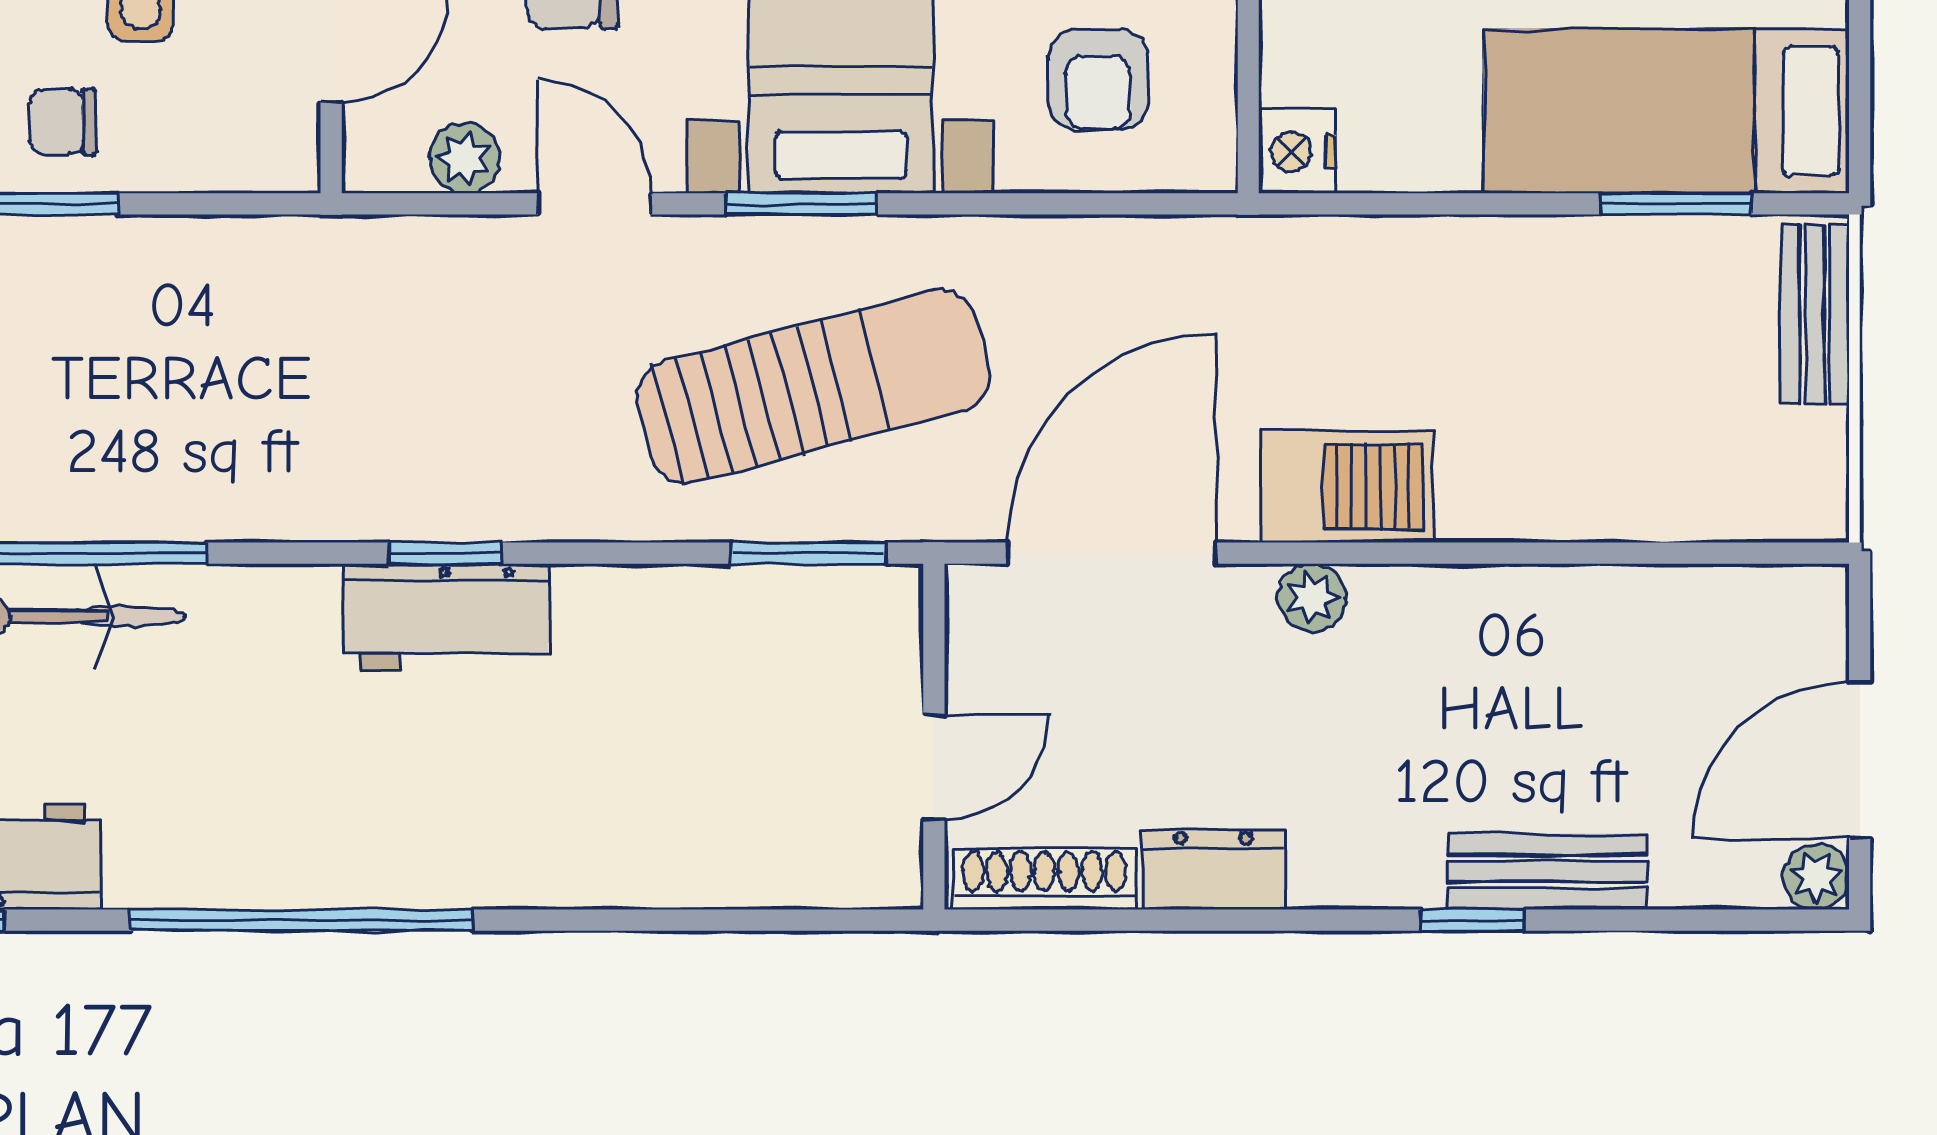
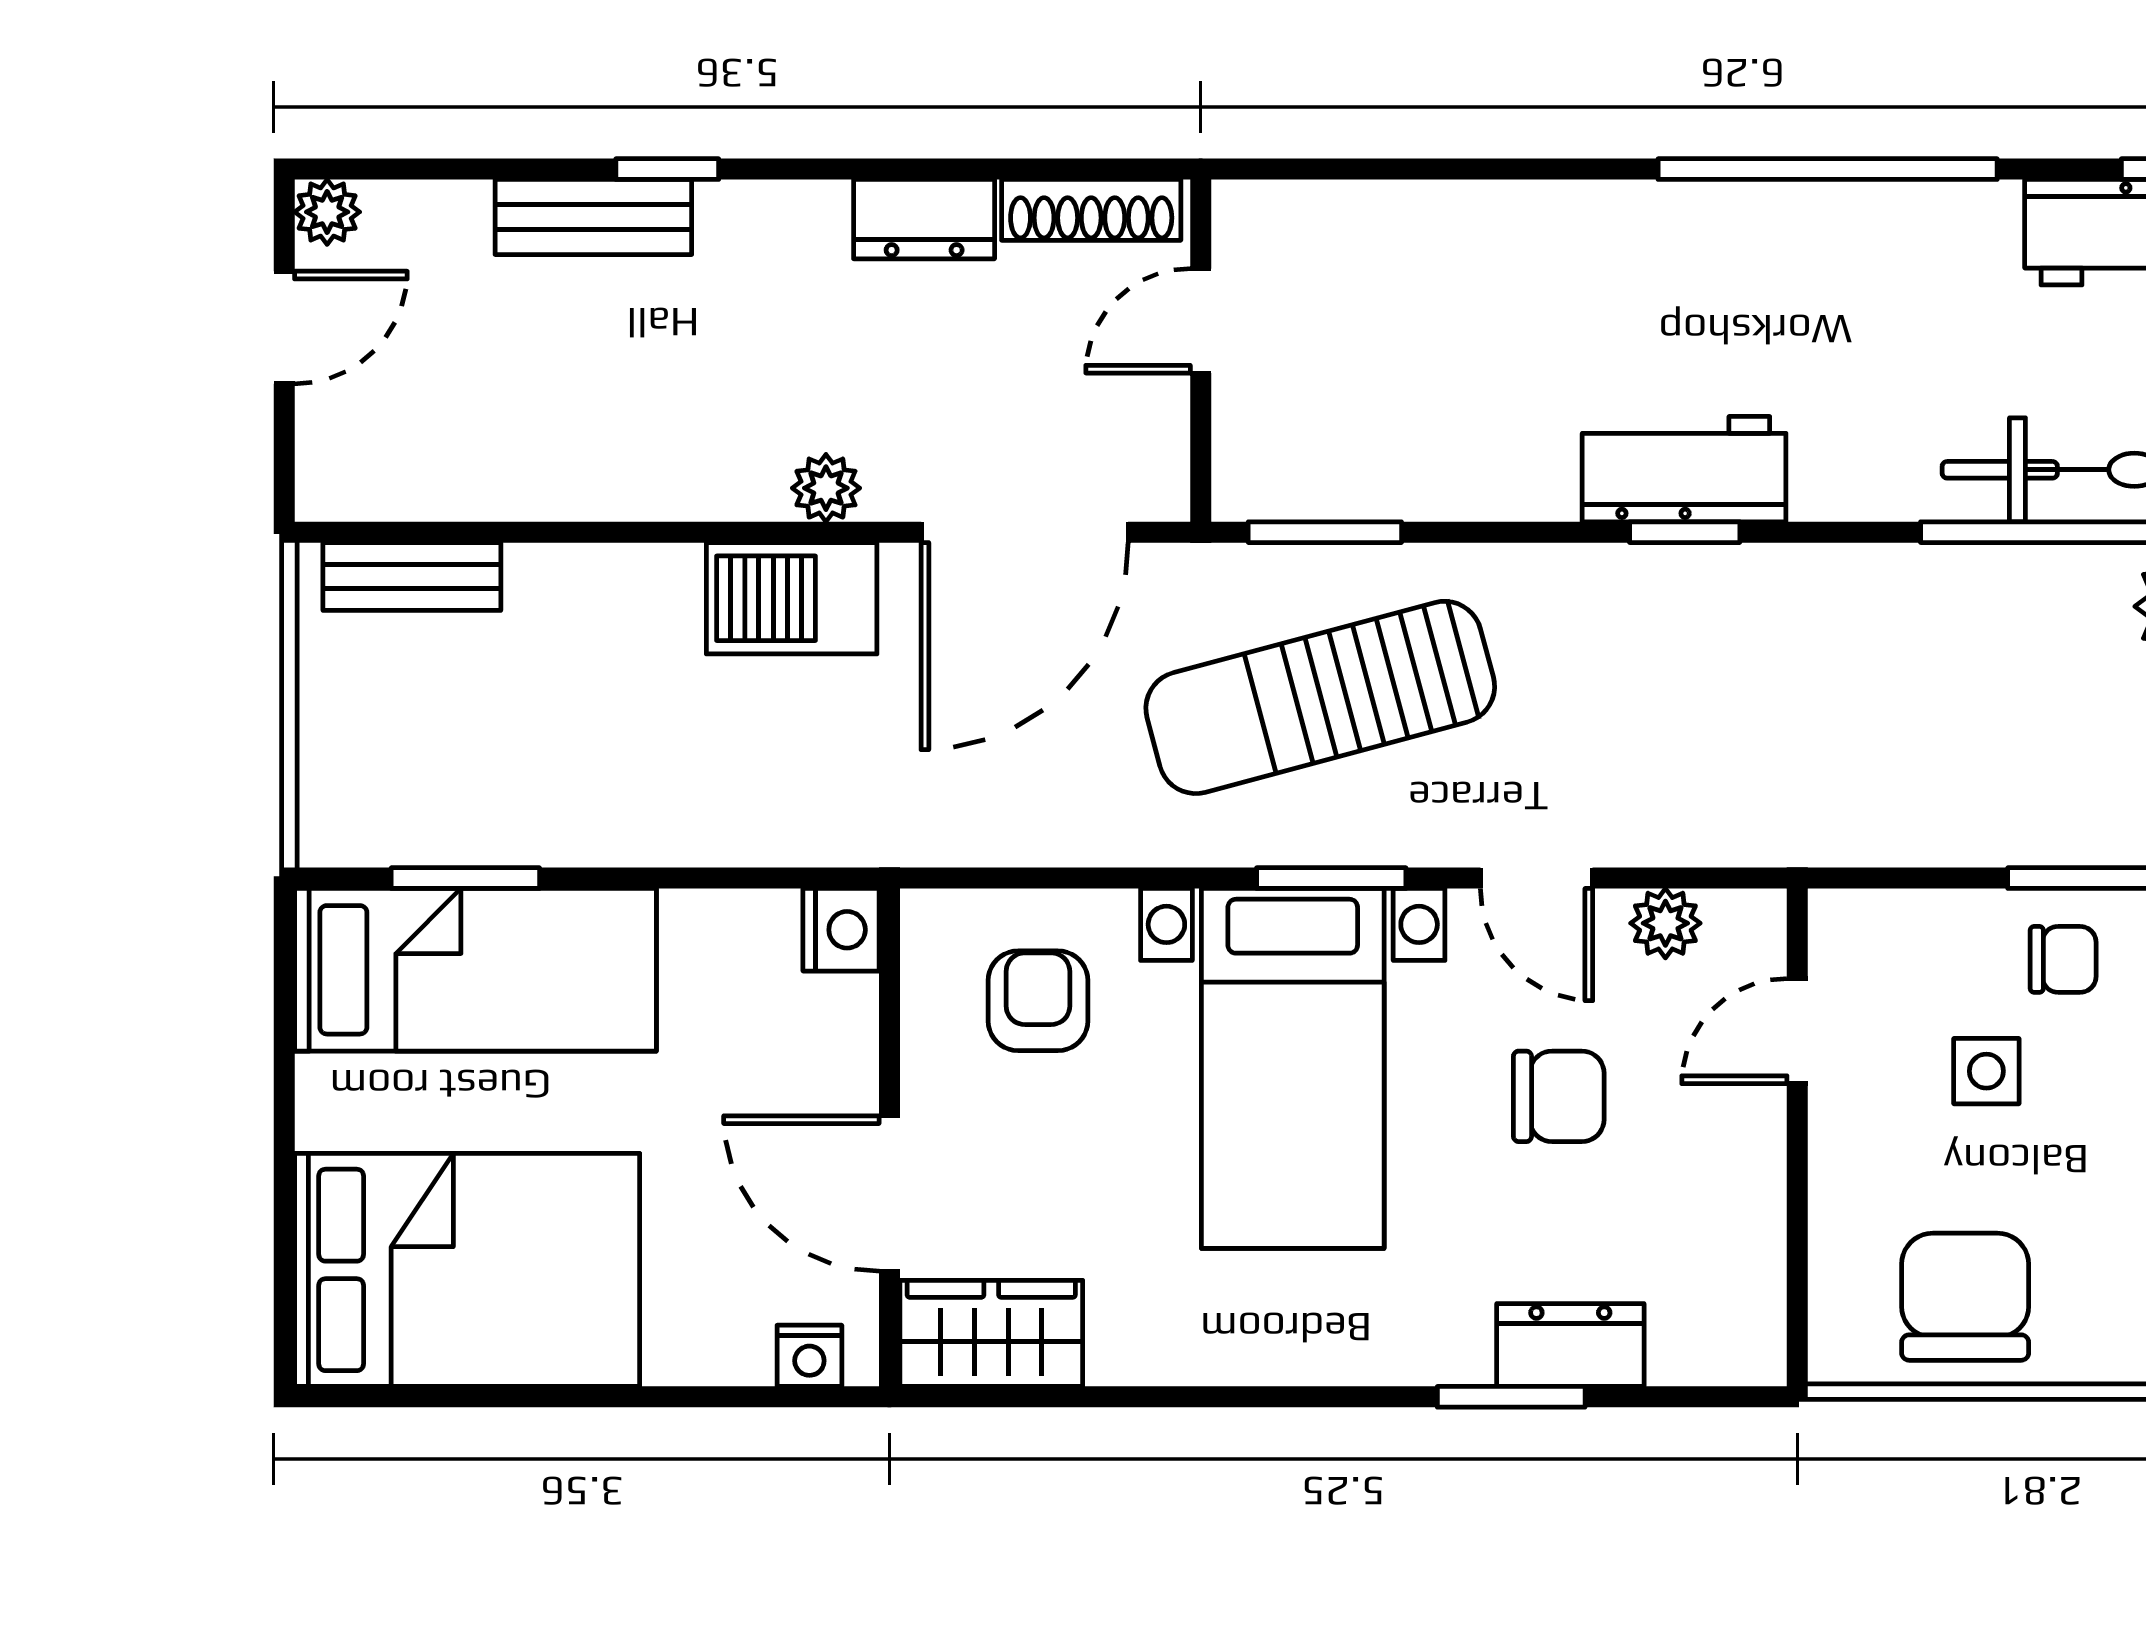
bench: (1815, 314) -> (412, 577), moved, turned 90
door: (1860, 760) -> (284, 328), width x0.73

